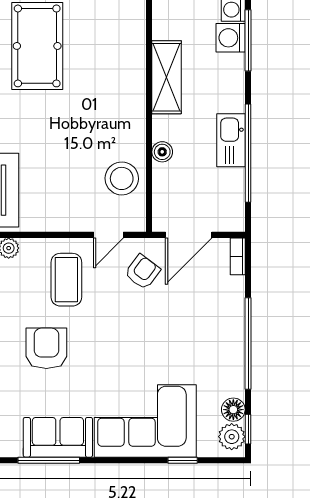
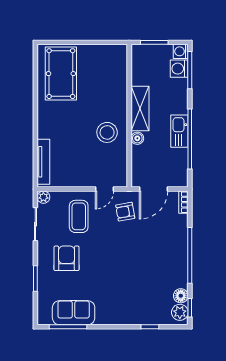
shelving: (167, 77) -> (140, 108), moved
stool: (122, 178) -> (107, 132), moved
armchair: (142, 272) -> (125, 212), turned -137
corner sofa: (145, 421) -> (127, 303), removed

